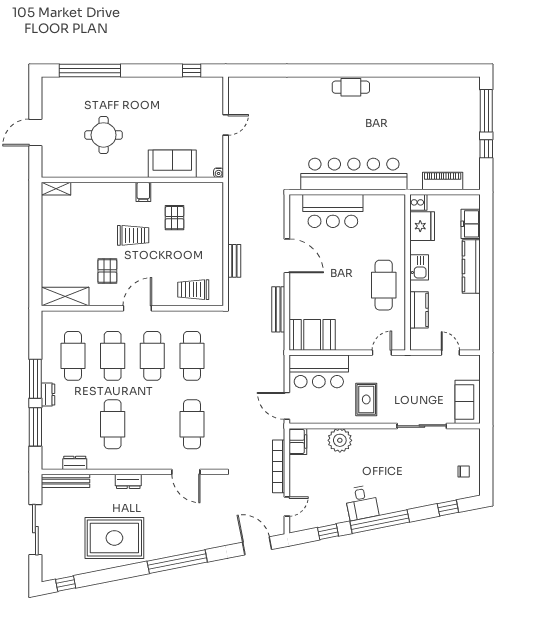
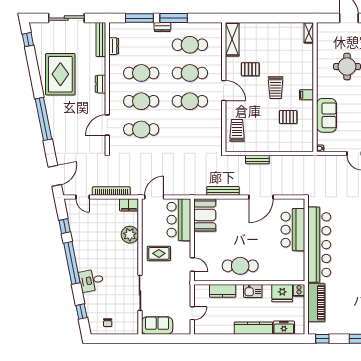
window: (486, 149) -> (322, 339), moved
piano: (443, 181) -> (316, 303), width x1.37, depth x1.33
cafe table: (192, 356) -> (141, 101), moved
desk: (362, 503) -> (91, 280), moved

